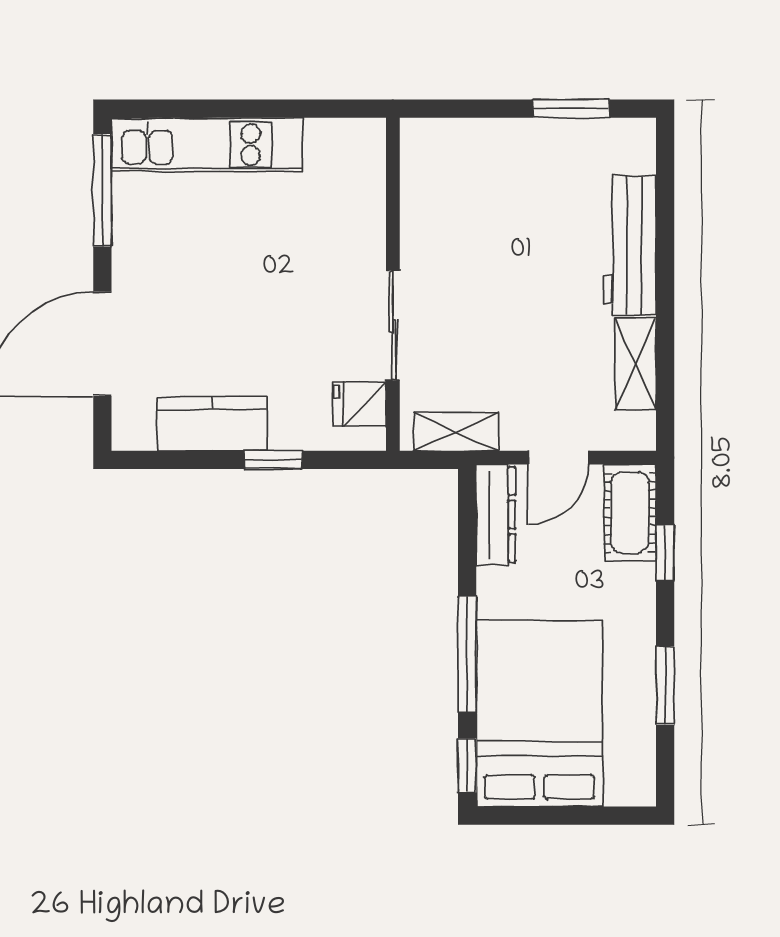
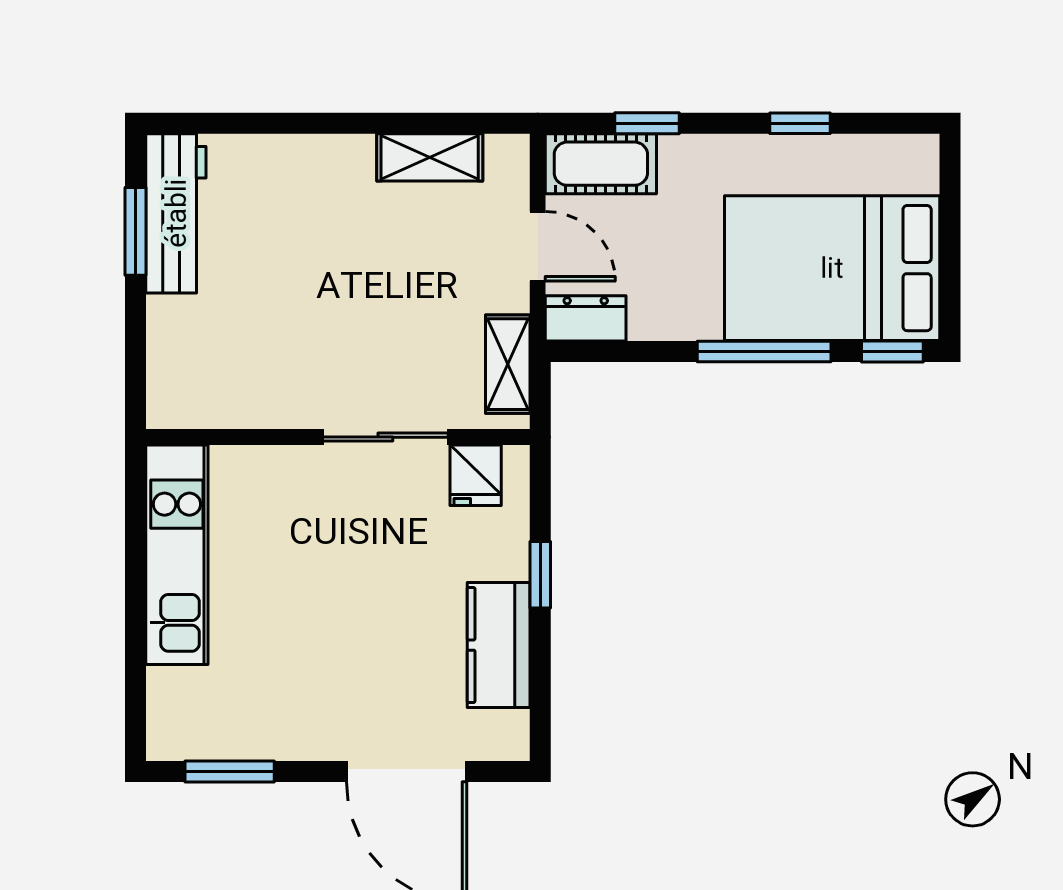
kitchen unit: (207, 145) -> (177, 555), moved
window: (102, 190) -> (230, 772), width x0.69
workbench: (630, 245) -> (176, 213), moved, turned -90
dresser: (496, 515) -> (586, 318), width x0.70
window: (665, 685) -> (800, 123), width x0.67

